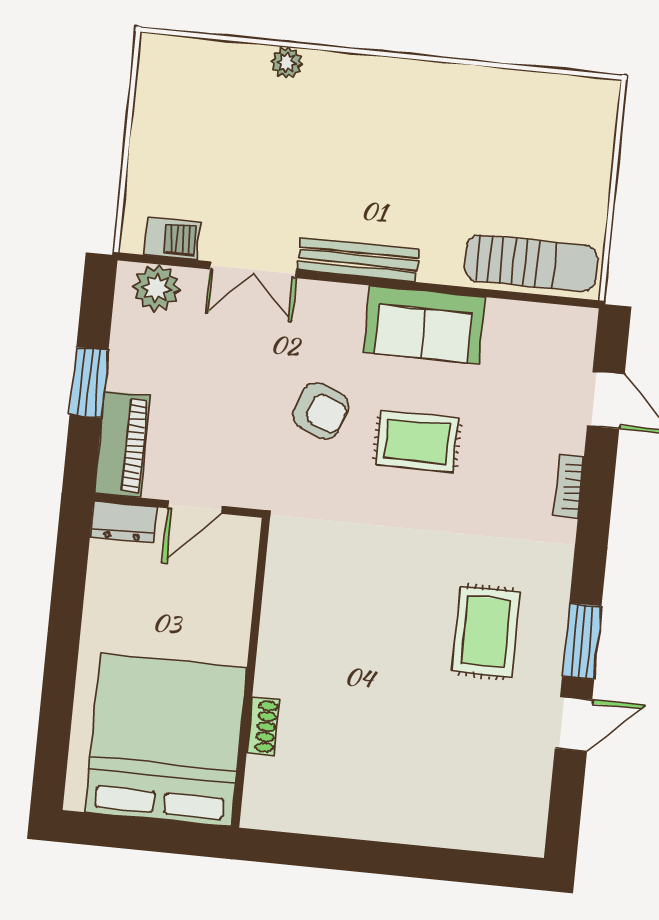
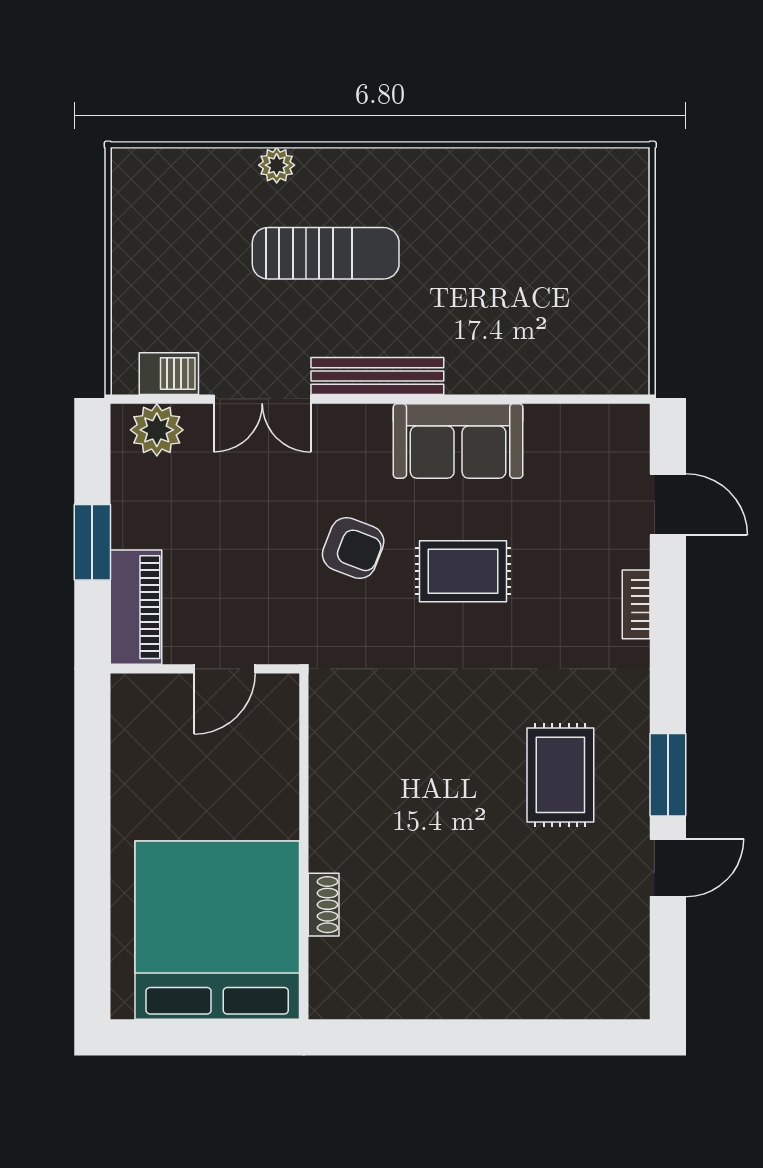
sun lounger: (531, 263) -> (326, 253), moved
dresser: (123, 522) -> (146, 693), removed

